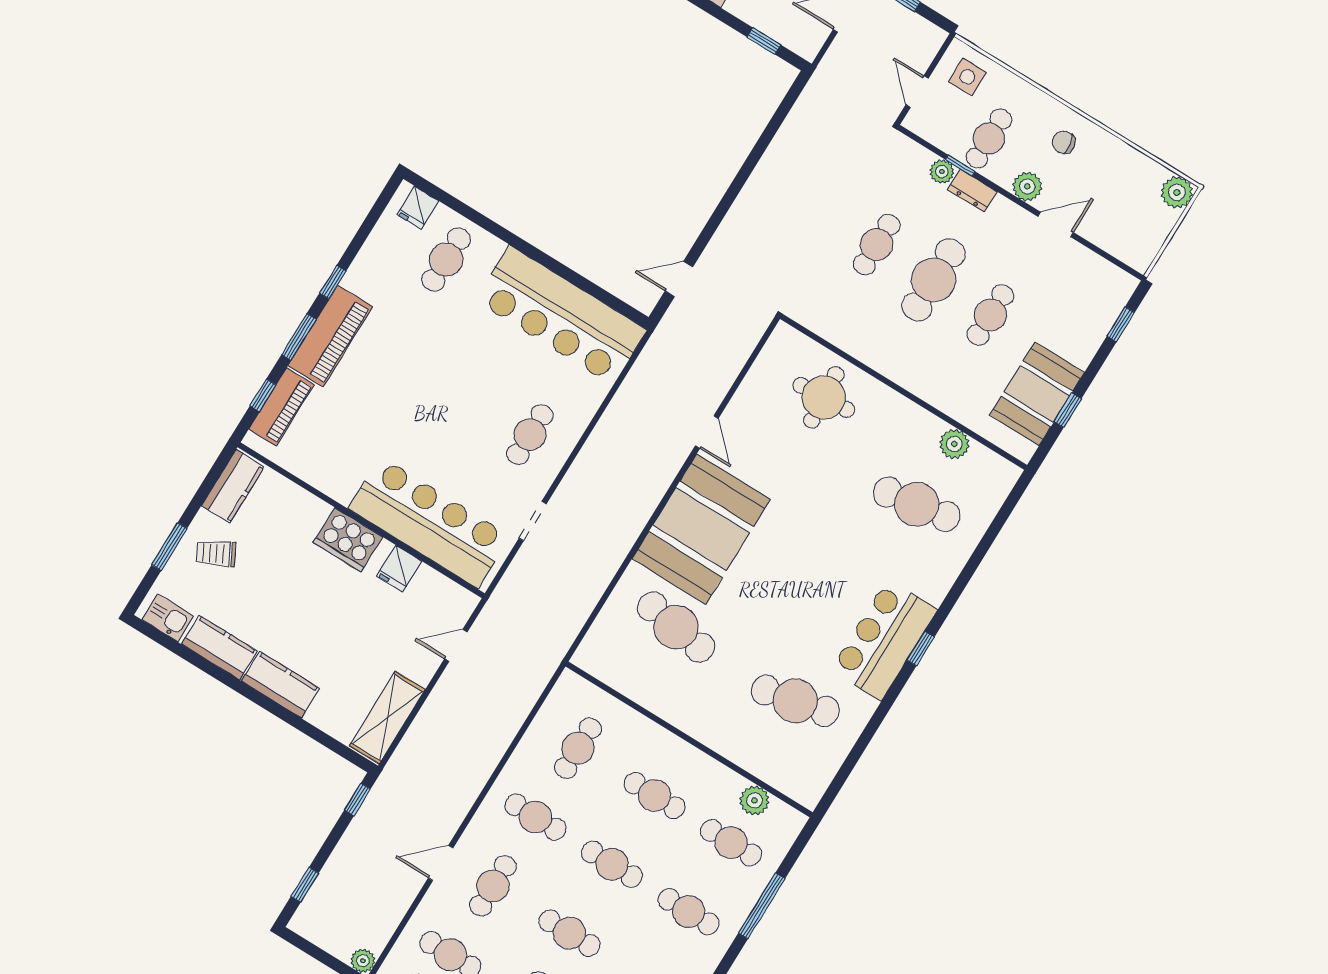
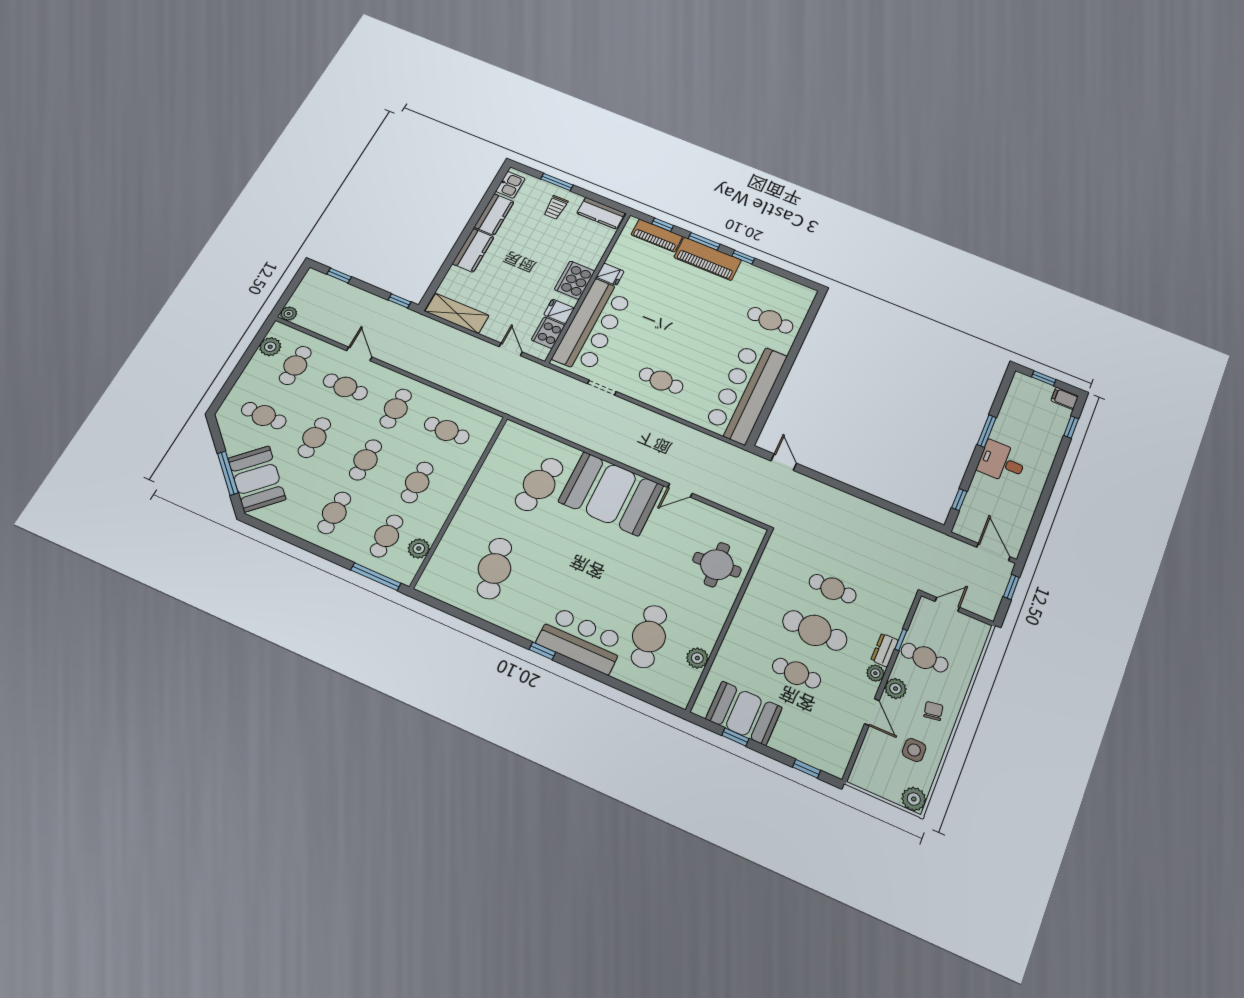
side table: (967, 77) -> (914, 750), moved
plant: (942, 172) -> (875, 673), moved
fridge: (418, 208) -> (610, 274), moved, turned 180
trolley: (216, 554) -> (556, 207), turned -152
cooker: (434, 588) -> (548, 333), added
bar counter: (884, 640) -> (581, 640), moved
window: (762, 906) -> (376, 577), moved

